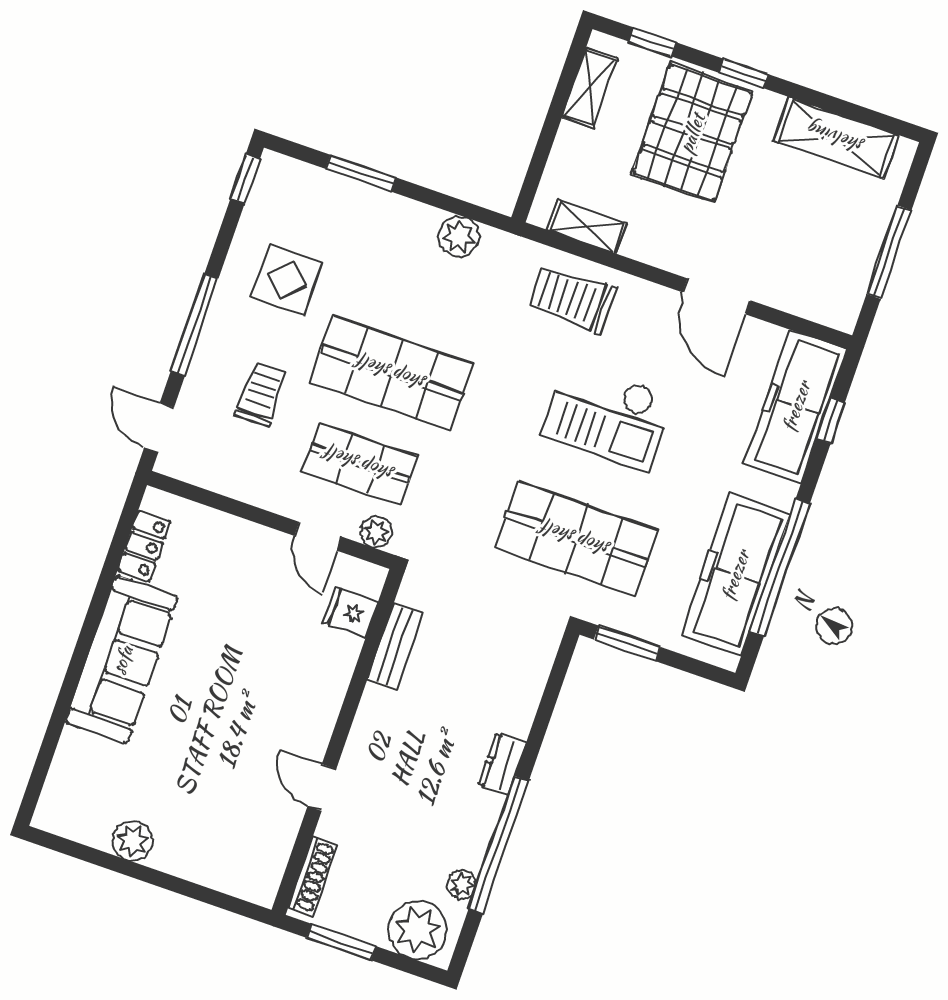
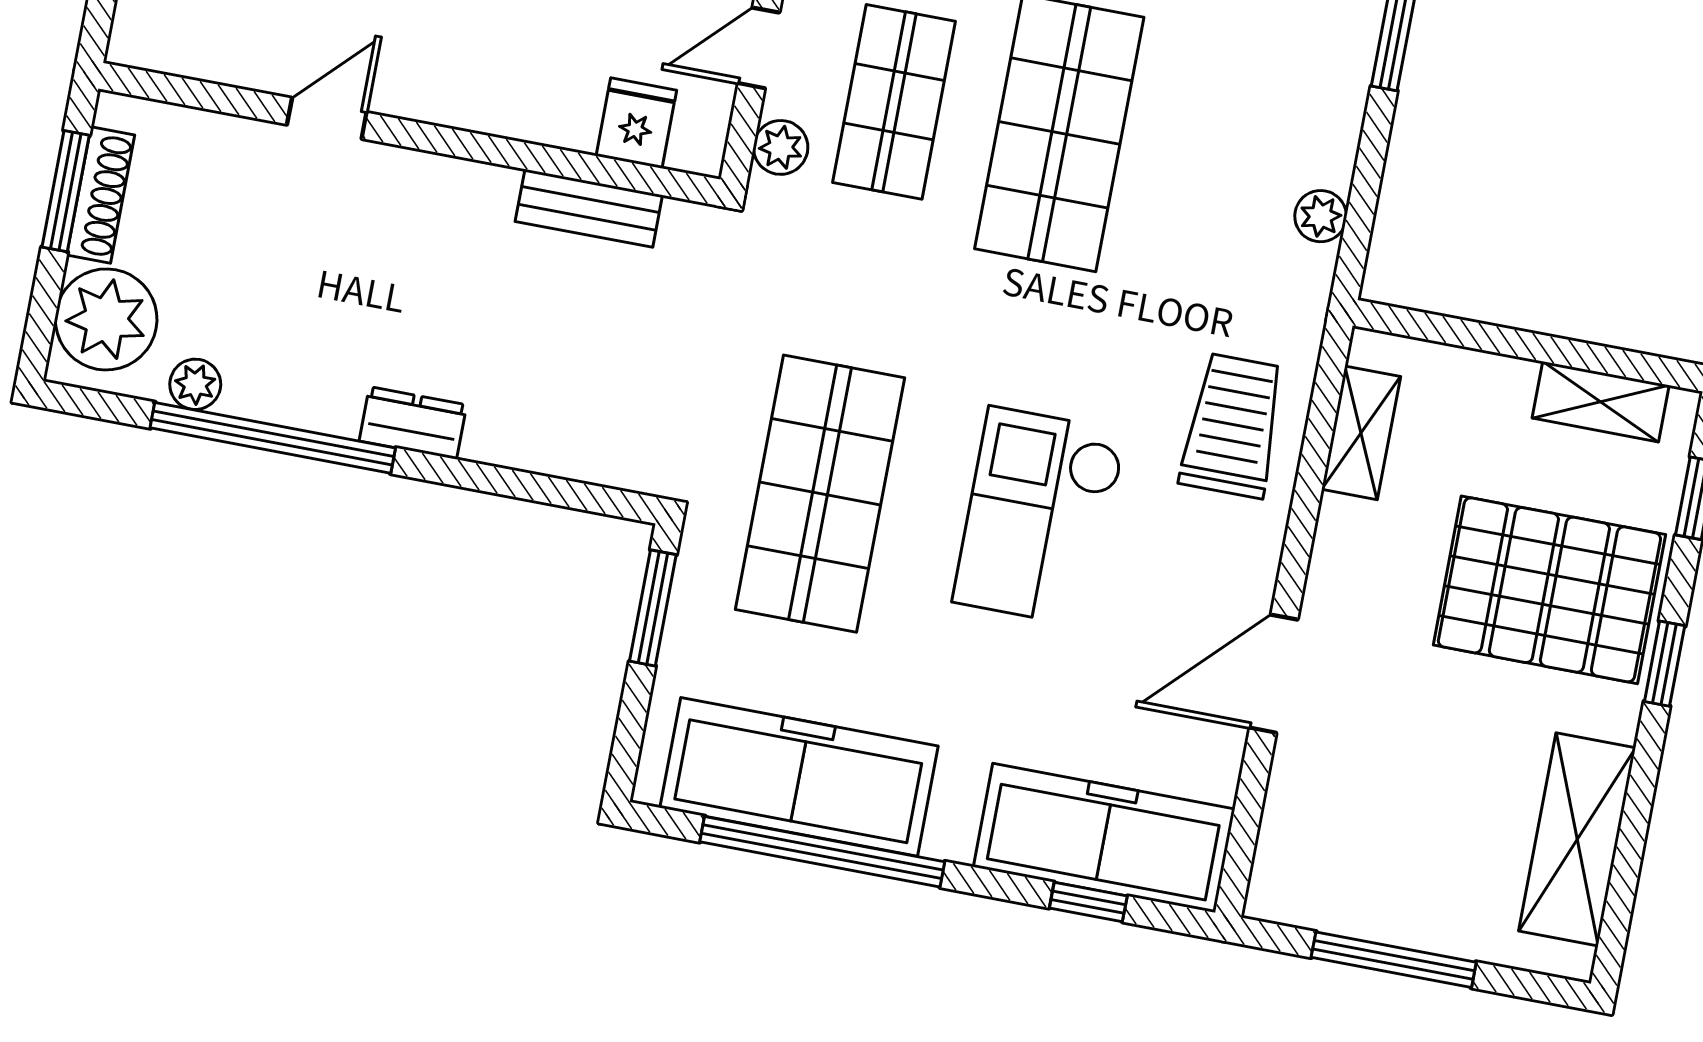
plant: (459, 237) -> (1321, 216), width x0.73, depth x0.73
shoe rack: (313, 876) -> (101, 195), moved, turned -90

